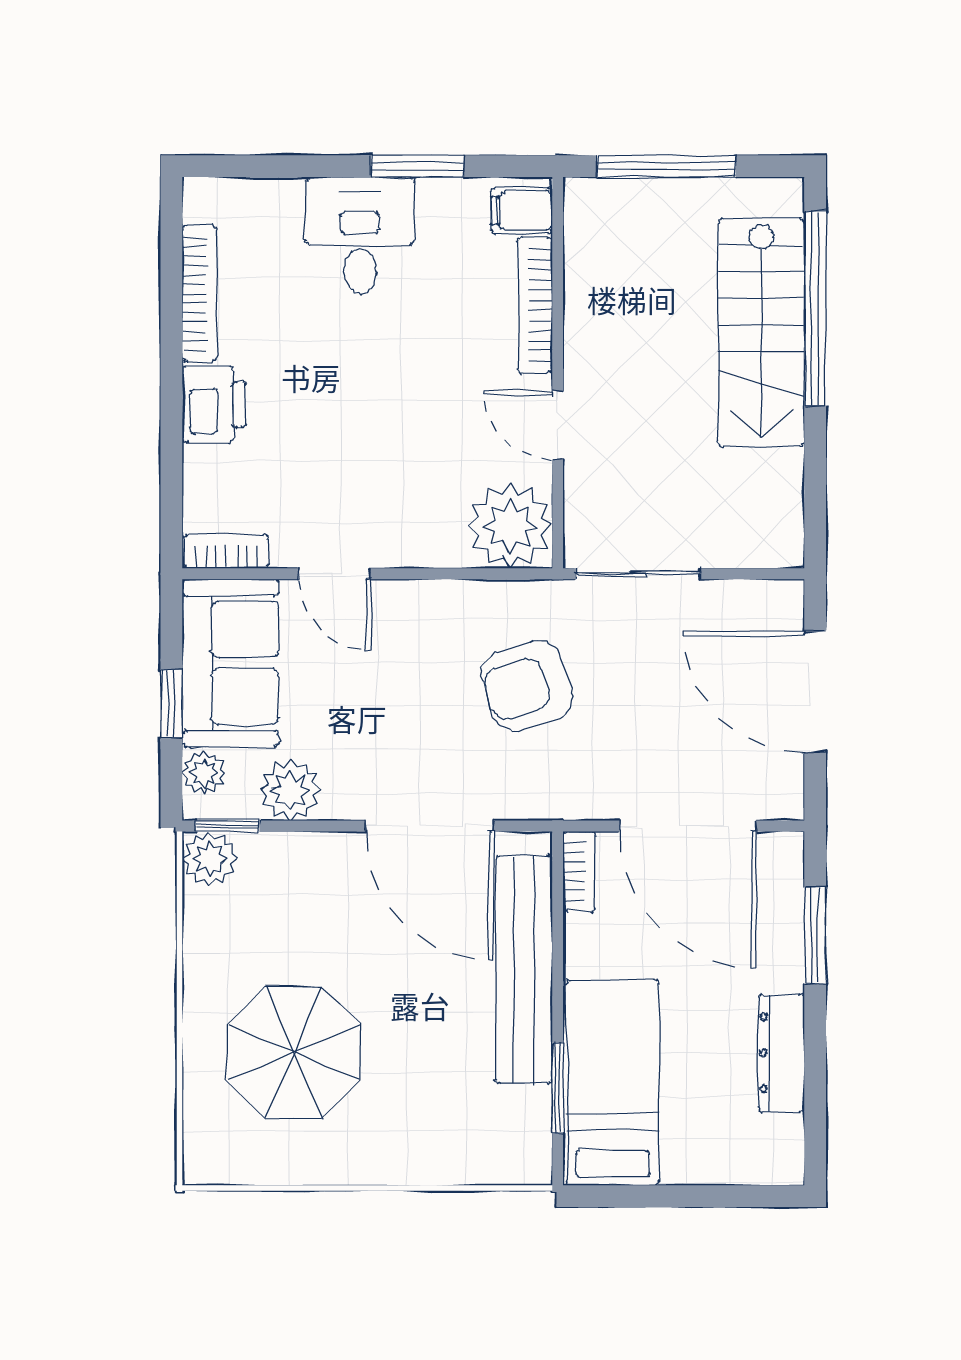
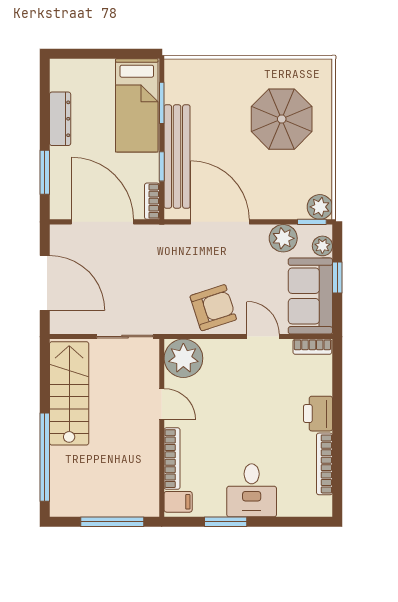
stairs: (761, 332) -> (69, 393), moved
armchair: (527, 686) -> (213, 308), moved
window: (558, 948) -> (162, 166), added

